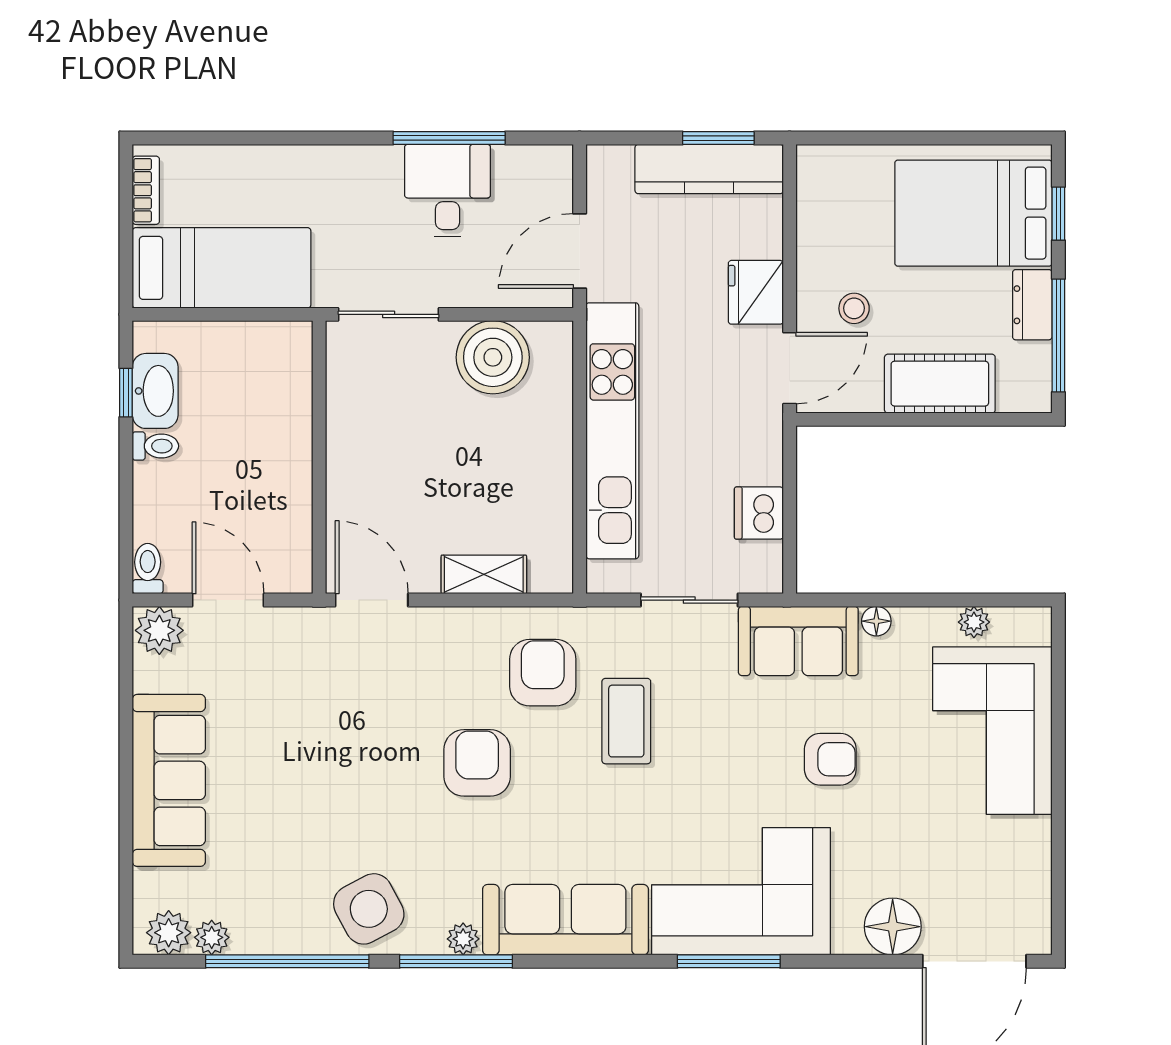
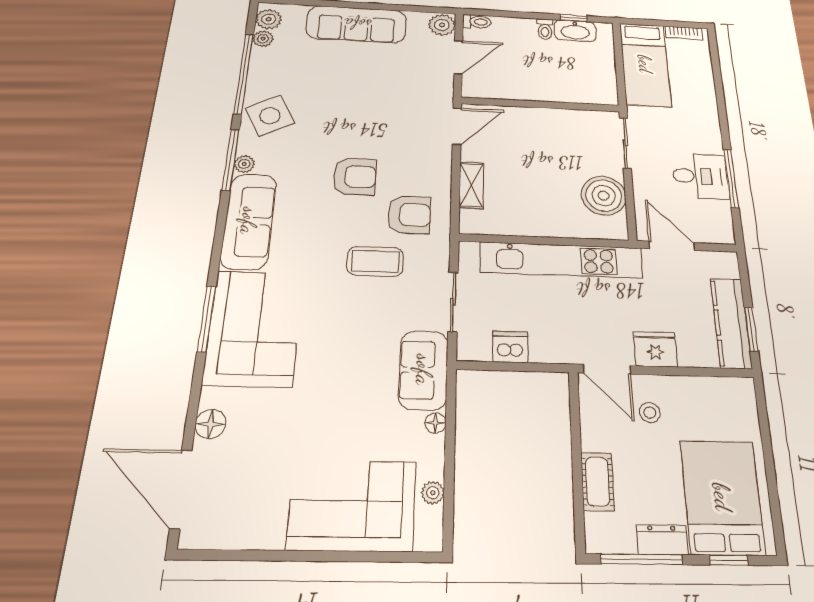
cot: (940, 384) -> (597, 481), width x0.73, depth x0.75
armchair: (830, 759) -> (340, 389), removed
floor lamp: (893, 927) -> (210, 424), width x0.73, depth x0.73

